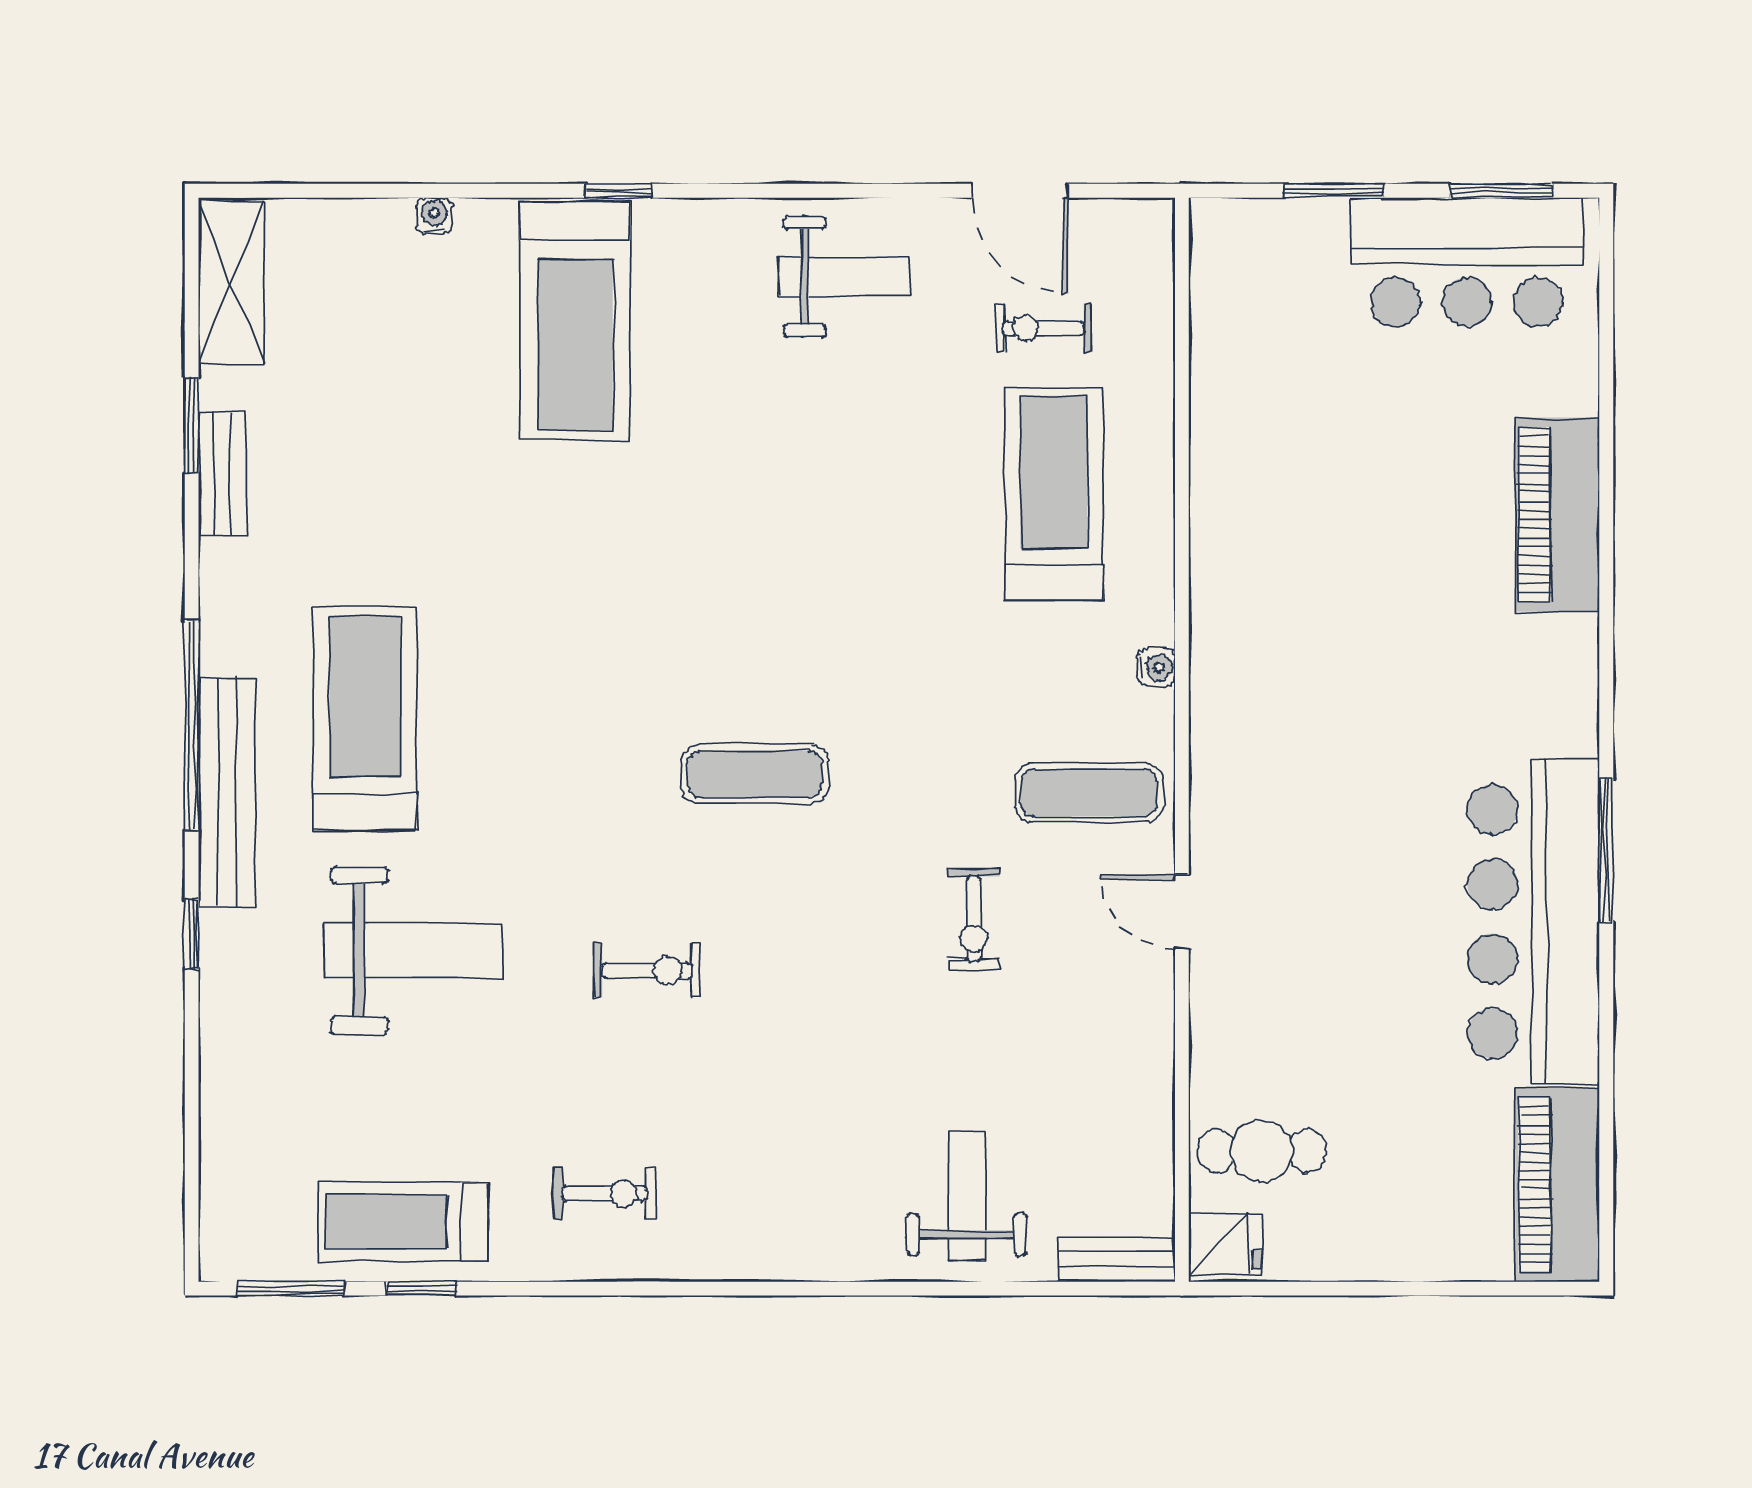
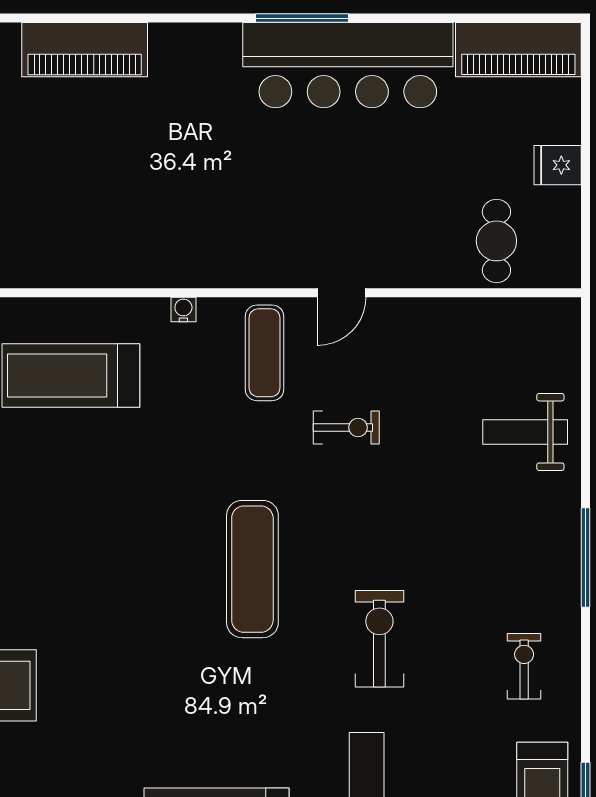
exercise mat: (755, 774) -> (252, 569), width x1.36, depth x1.45
exercise bike: (647, 970) -> (379, 639), width x1.38, depth x1.39
fridge: (1225, 1244) -> (558, 165), moved, turned -90
bench: (1116, 1259) -> (566, 335), removed
window: (773, 1289) -> (585, 557), added

